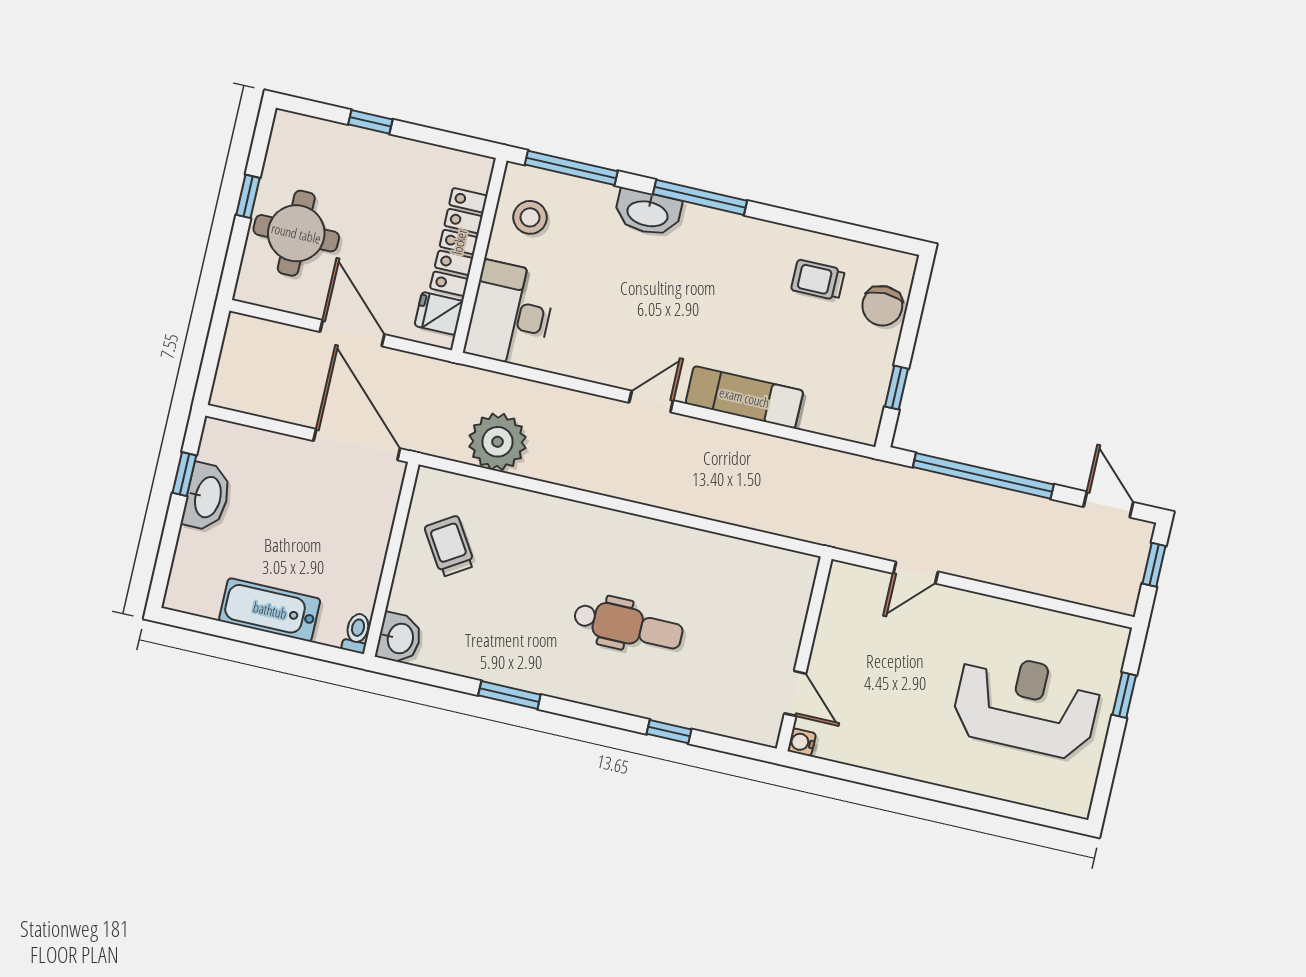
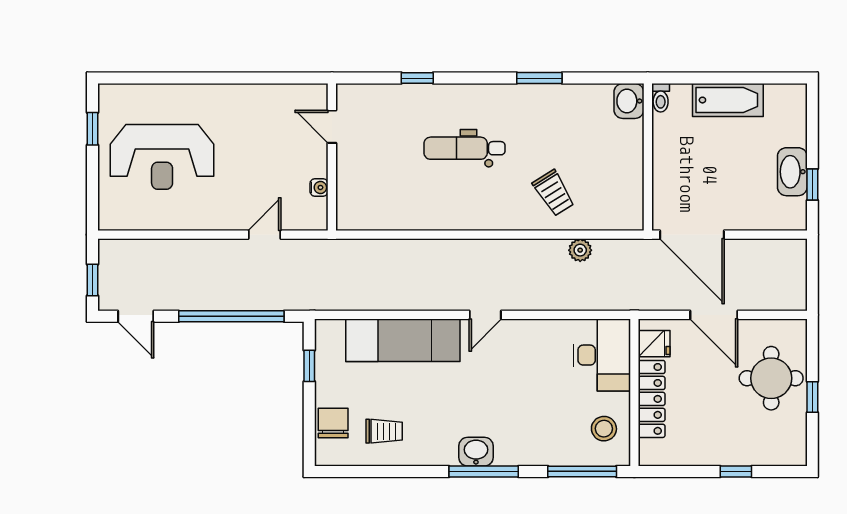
washbasin: (648, 213) -> (476, 452), moved, width x0.72
exam couch: (744, 397) -> (403, 340), width x1.36, depth x1.45
plant: (498, 442) -> (580, 250), width x0.53, depth x0.53
trolley: (450, 546) -> (554, 193), moved
window: (1124, 695) -> (92, 129), moved
water cooler: (802, 742) -> (319, 187), moved

